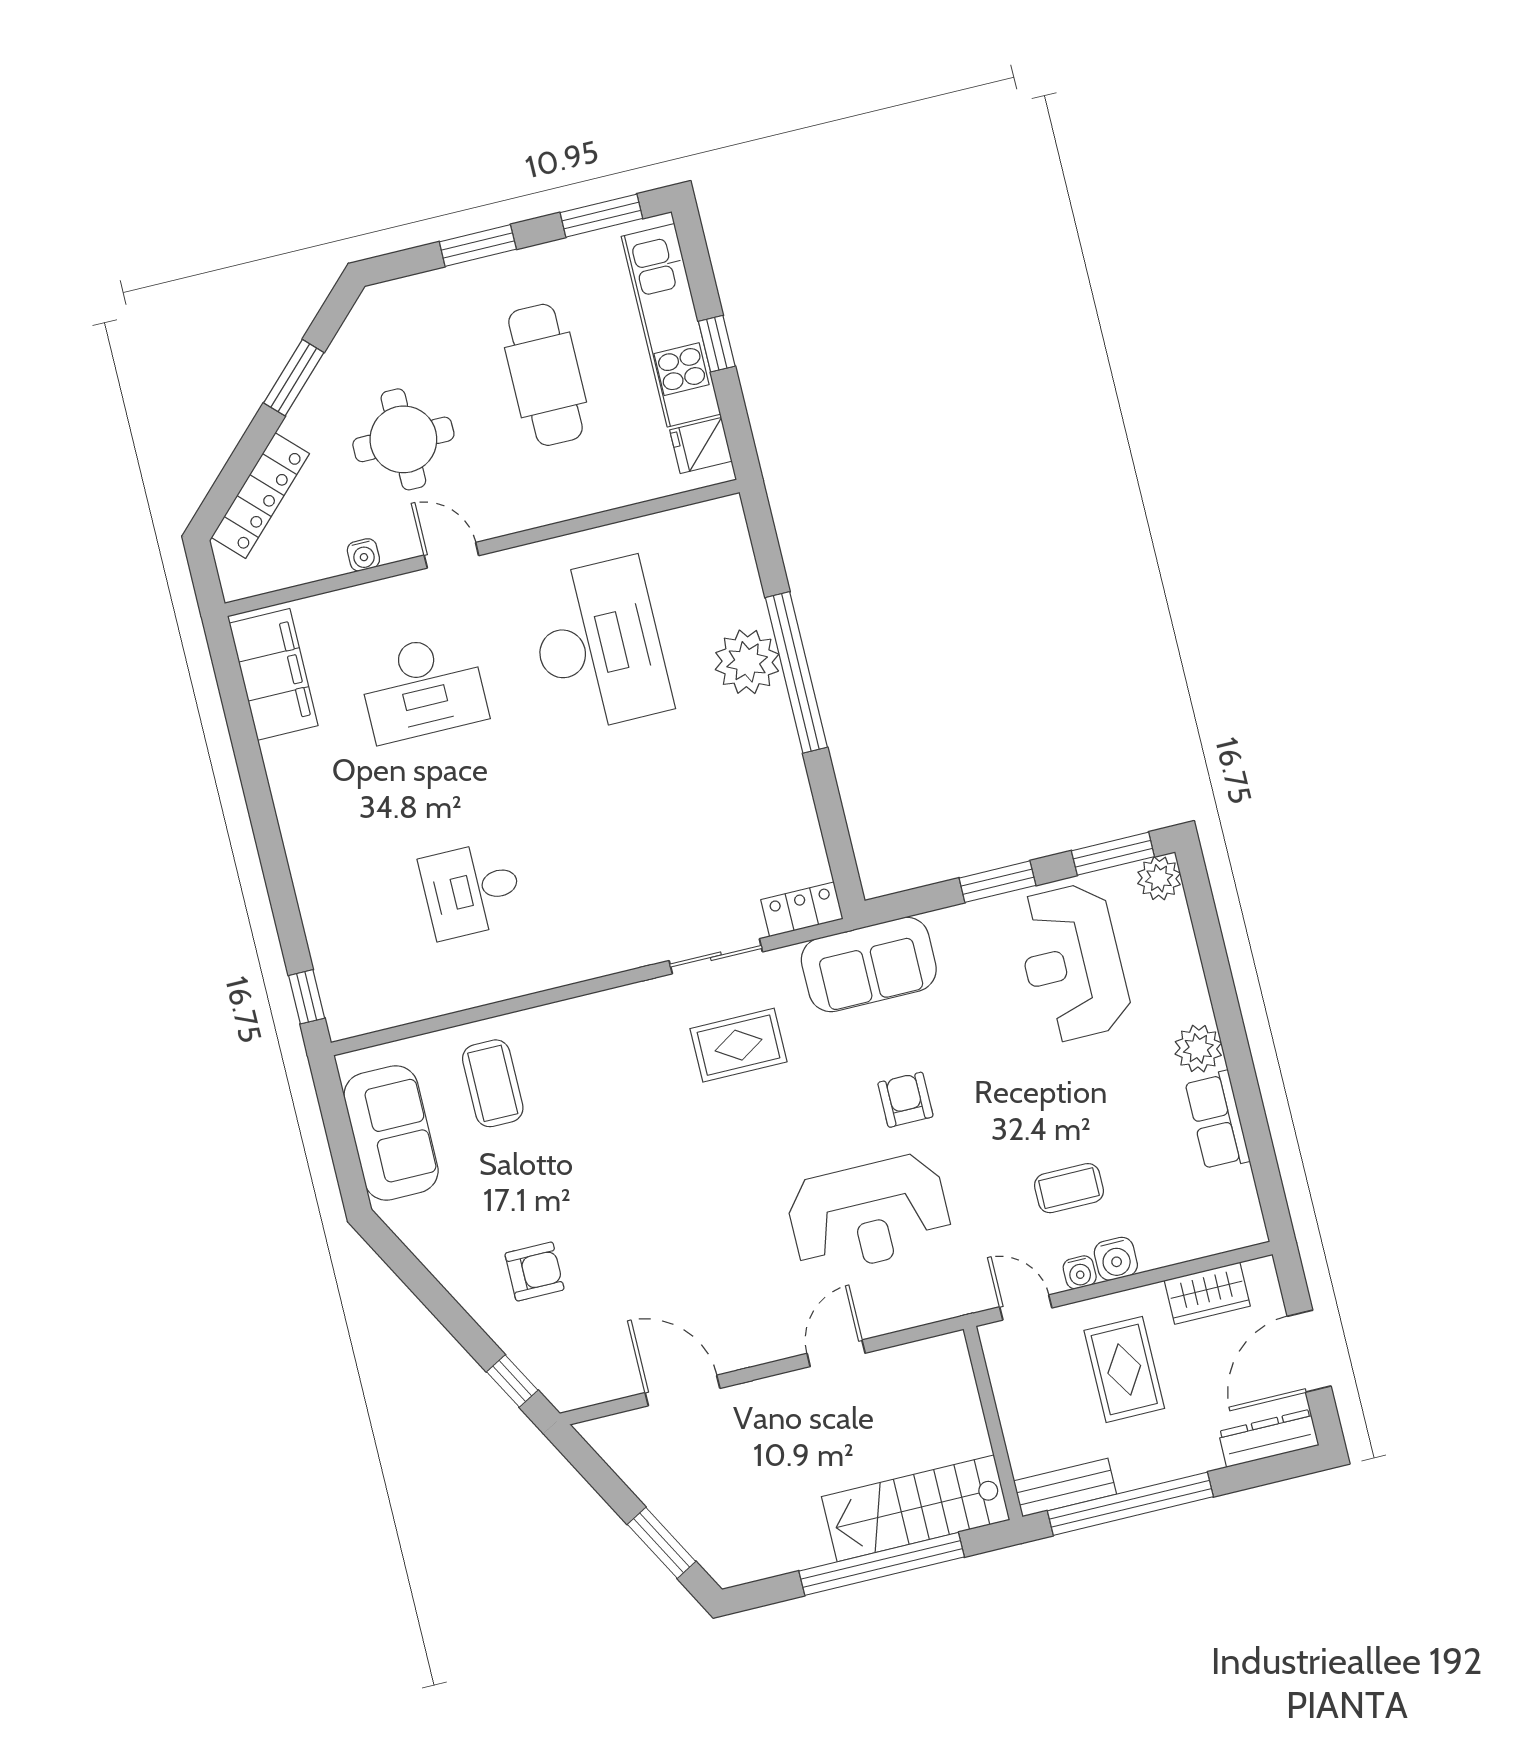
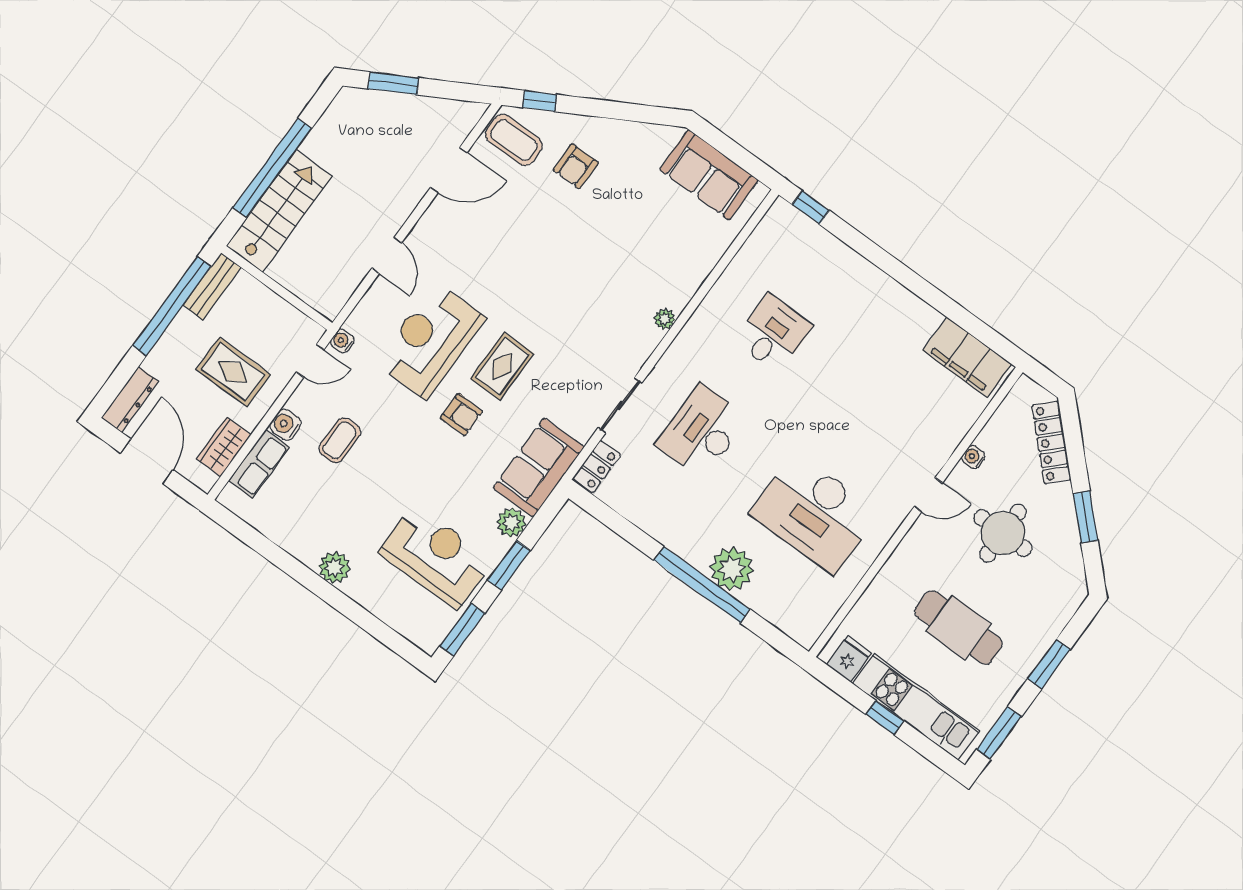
desk: (423, 688) -> (702, 431), moved
plant: (1159, 878) -> (511, 523), moved
plant: (581, 1011) -> (665, 319), added
rug: (738, 1045) -> (502, 366), moved
coffee table: (493, 1083) -> (514, 140), moved
row of seats: (1217, 1121) -> (259, 464), moved, turned 90
water cooler: (1080, 1272) -> (342, 341), moved

